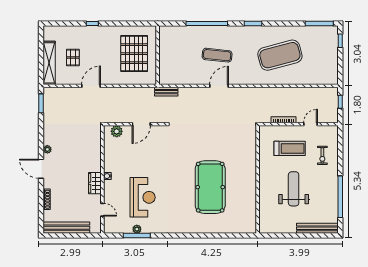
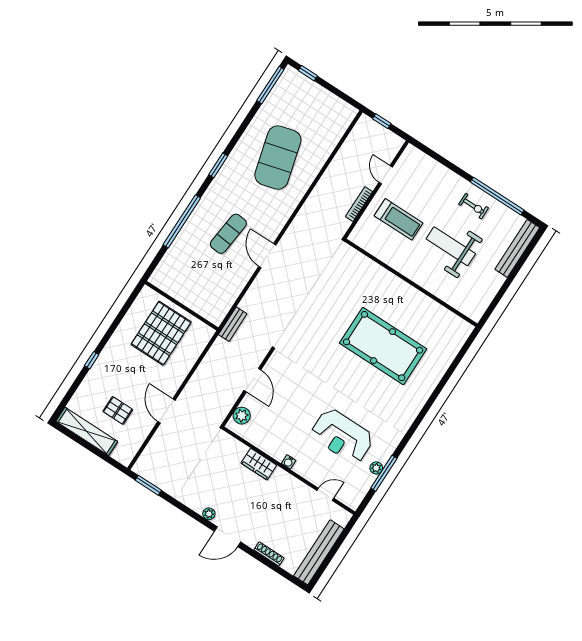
pallet: (134, 54) -> (161, 333), turned 90
shelving: (49, 63) -> (87, 431), moved
treadmill: (290, 148) -> (399, 219), turned 90
exercise bike: (322, 155) -> (474, 206), moved
wardrobe: (95, 183) -> (259, 464), moved
reception desk: (143, 197) -> (342, 436), turned 180

